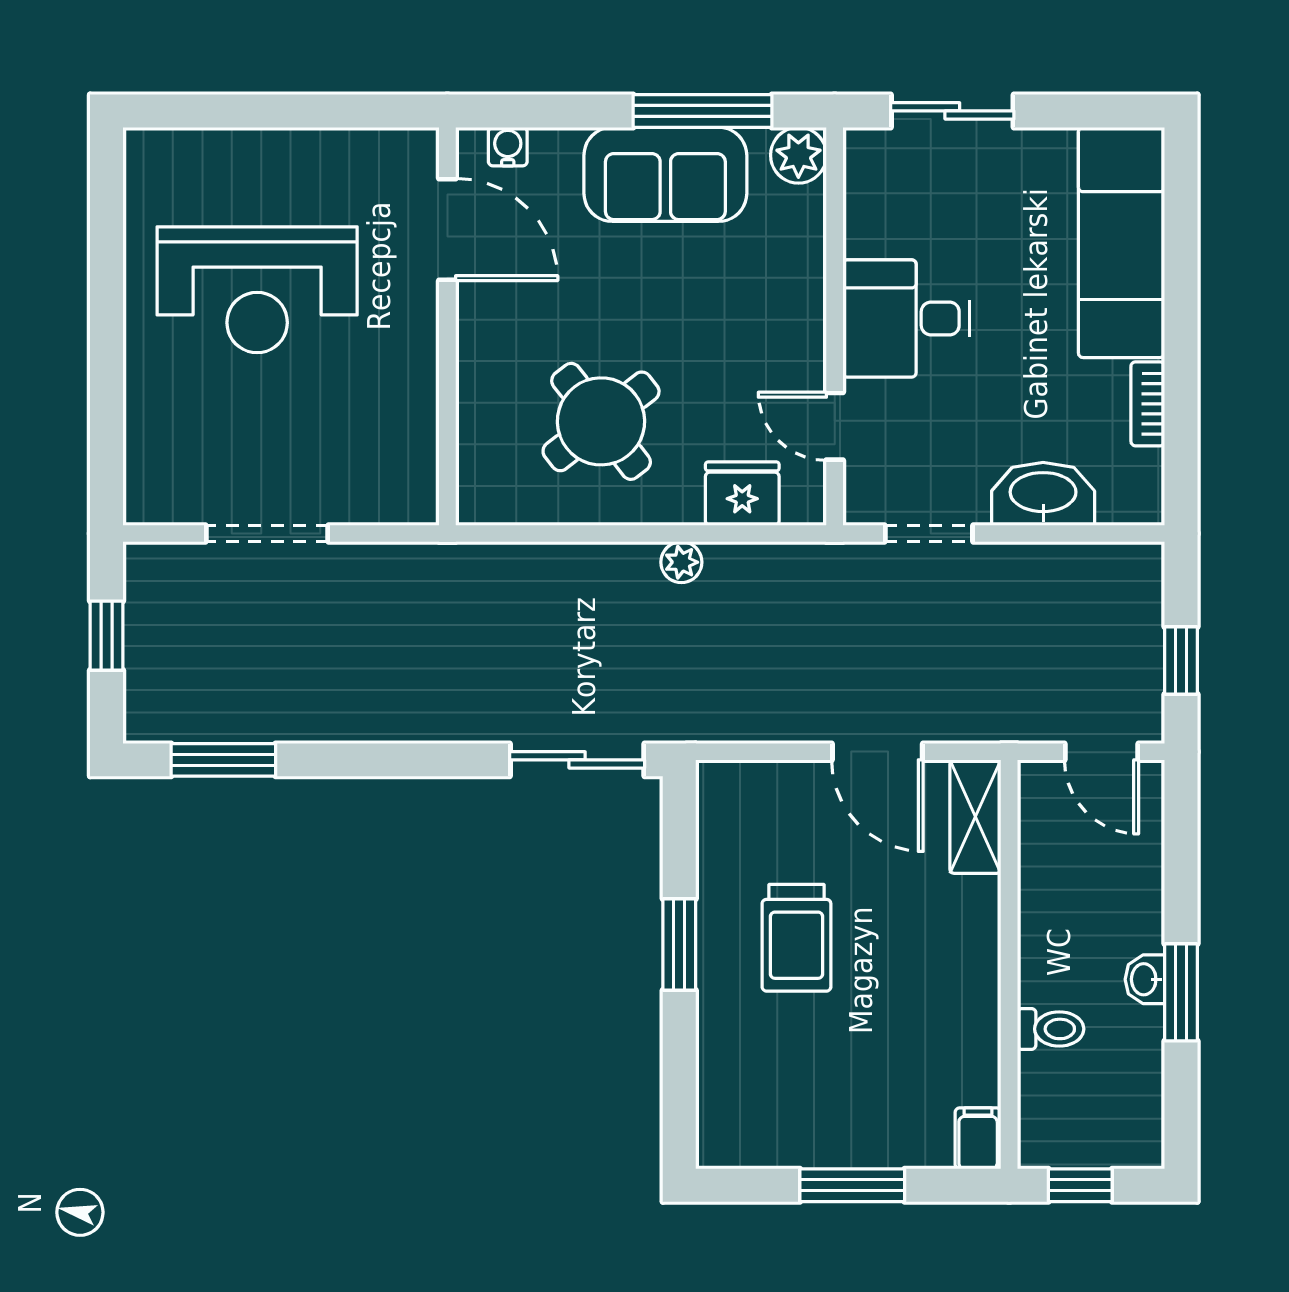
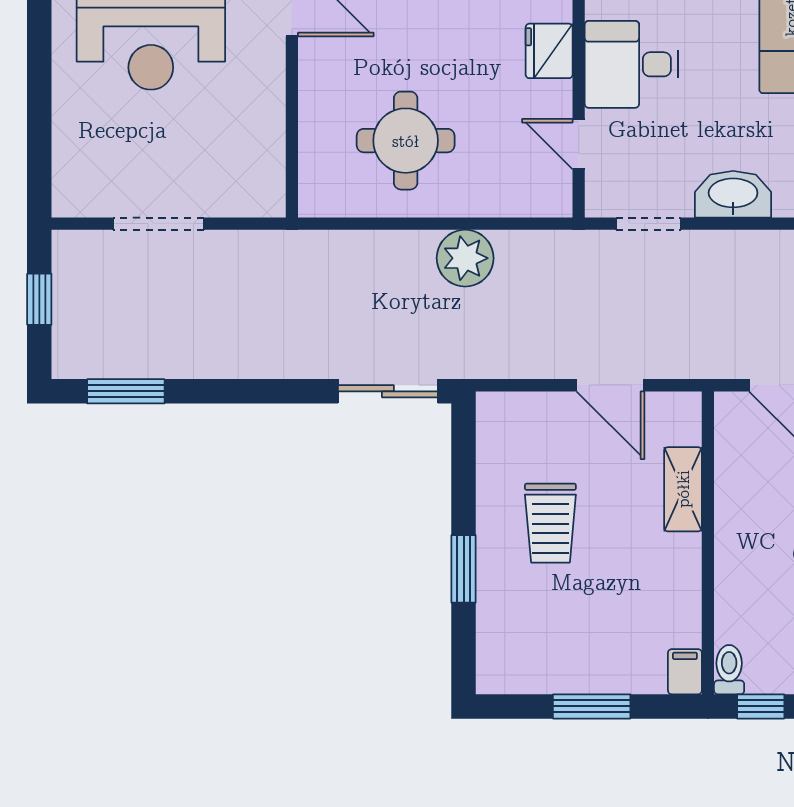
round table: (601, 421) -> (406, 141), turned 38
fridge: (742, 494) -> (549, 51), moved, turned -90
plant: (681, 562) -> (465, 258), width x1.87, depth x1.87
shelving: (975, 817) -> (683, 489), moved
window: (679, 944) -> (464, 569), moved
toilet: (1051, 1029) -> (729, 670), moved, turned -90

